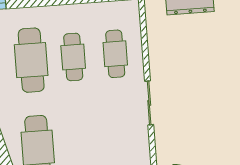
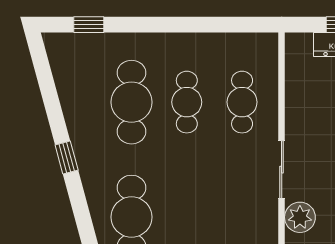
plant: (166, 138) -> (300, 217), added

